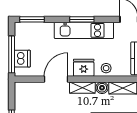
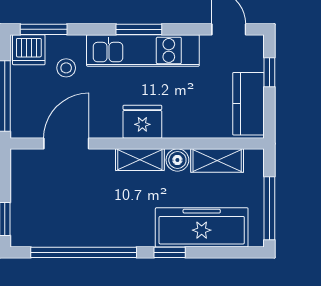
dishwasher: (22, 59) -> (29, 50), moved, turned 90
stool: (106, 68) -> (66, 68), moved
door: (56, 79) -> (66, 144), moved

